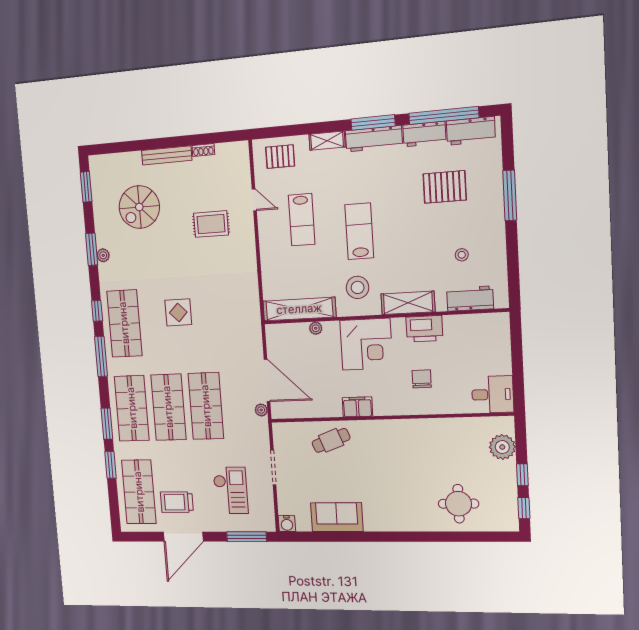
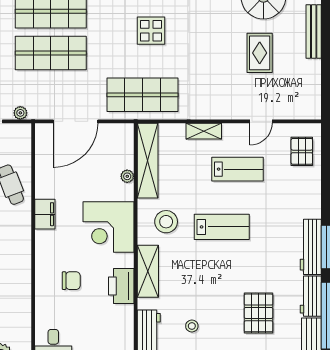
shelving: (327, 141) -> (204, 131), moved, turned 90
shoe rack: (203, 150) -> (316, 71), removed
lab bench: (302, 220) -> (238, 169), turned 180
rug: (211, 224) -> (260, 53), moved
shop shelf: (238, 317) -> (142, 95), added
plant: (261, 410) -> (20, 113), moved

